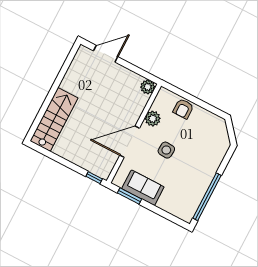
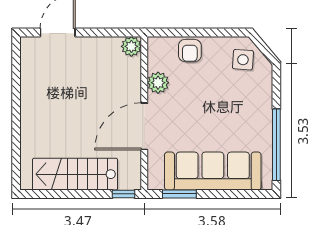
stairs: (54, 119) -> (75, 174), moved, turned -90
side table: (166, 150) -> (243, 60), moved
sofa: (143, 188) -> (213, 171), width x1.85, depth x1.27

